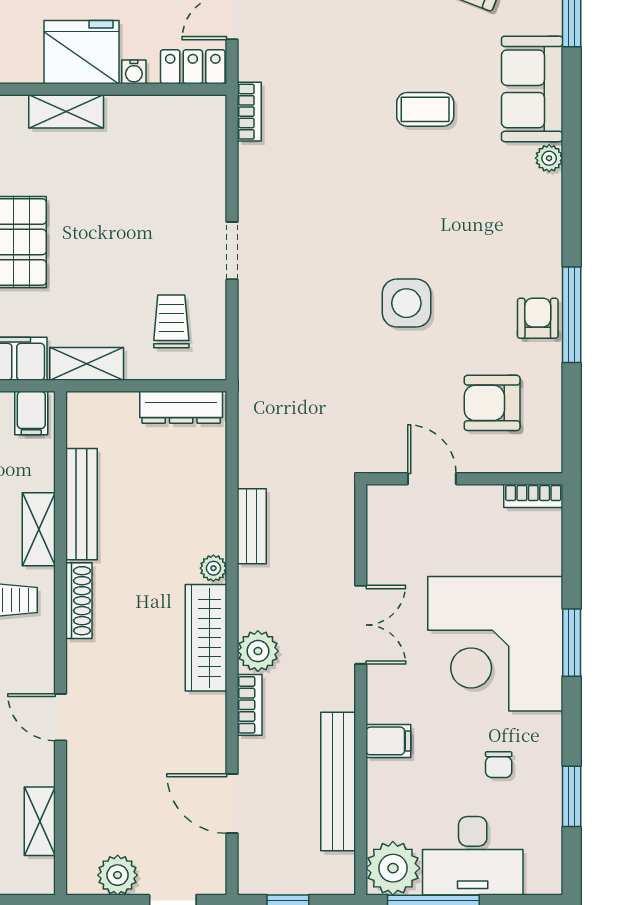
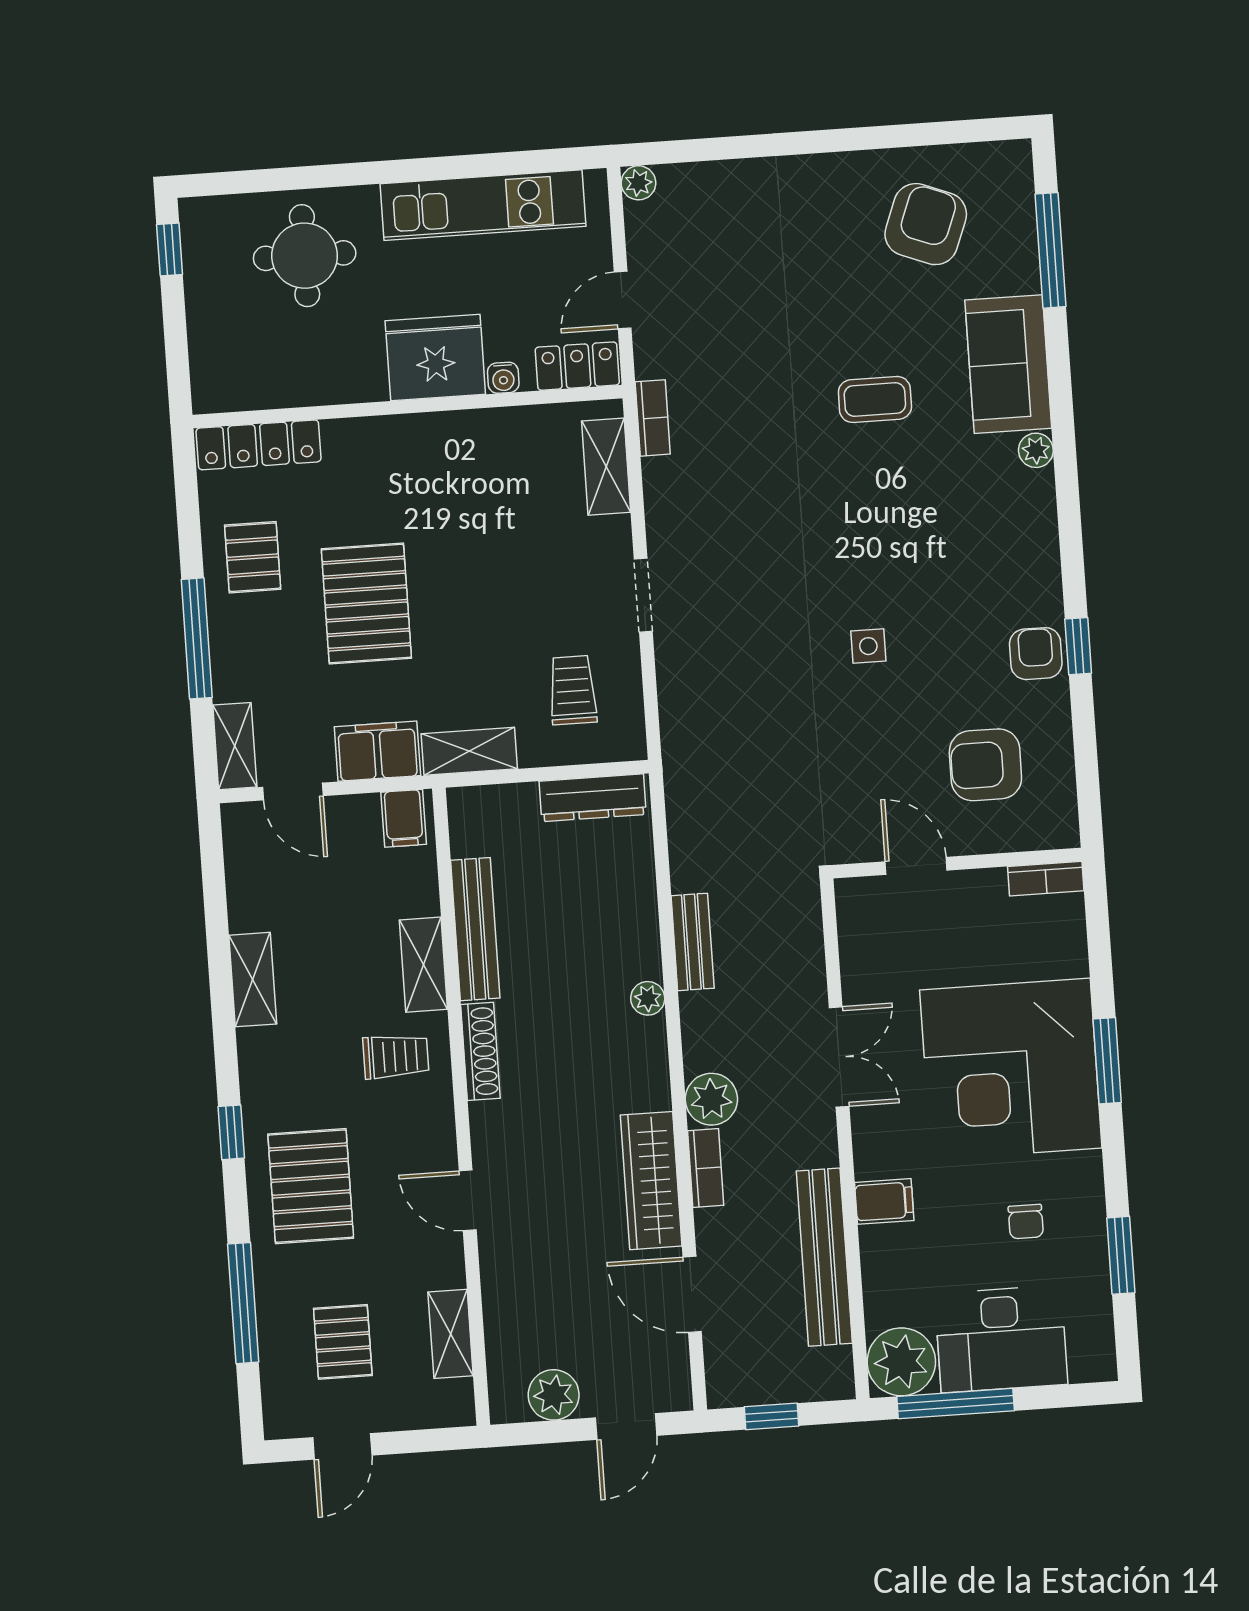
shelving: (66, 111) -> (606, 467), moved, turned 90
side table: (406, 303) -> (868, 646), width x0.54, depth x0.54
window: (572, 315) -> (1078, 646), width x0.46
wardrobe: (206, 638) -> (651, 1181), moved

